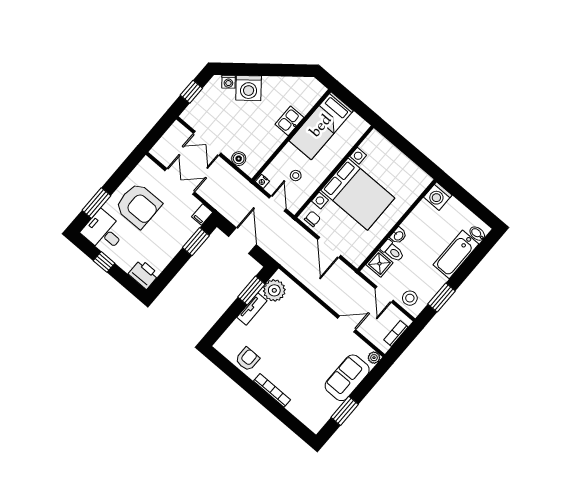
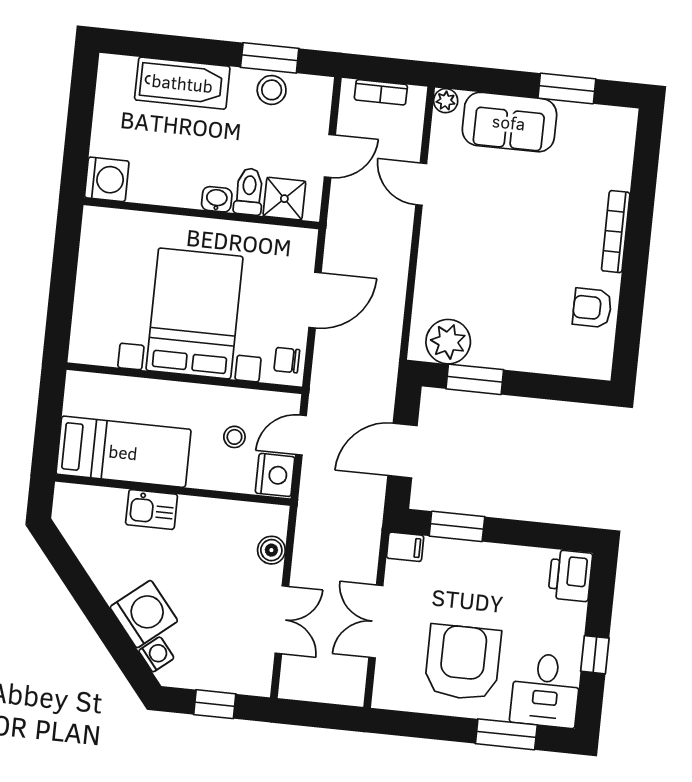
nightstand: (262, 181) -> (275, 475), width x1.89, depth x1.79
bidet: (477, 234) -> (124, 72), removed
stool: (410, 298) -> (272, 90), moved
tv unit: (252, 309) -> (504, 357), removed

